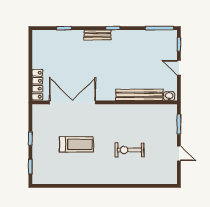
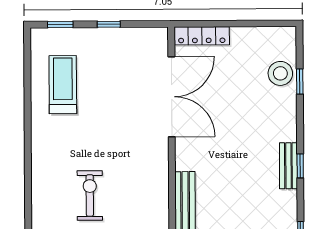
bench: (97, 35) -> (288, 166), moved
stool: (59, 39) -> (280, 73), added
treadmill: (76, 144) -> (63, 85), moved, turned 180

